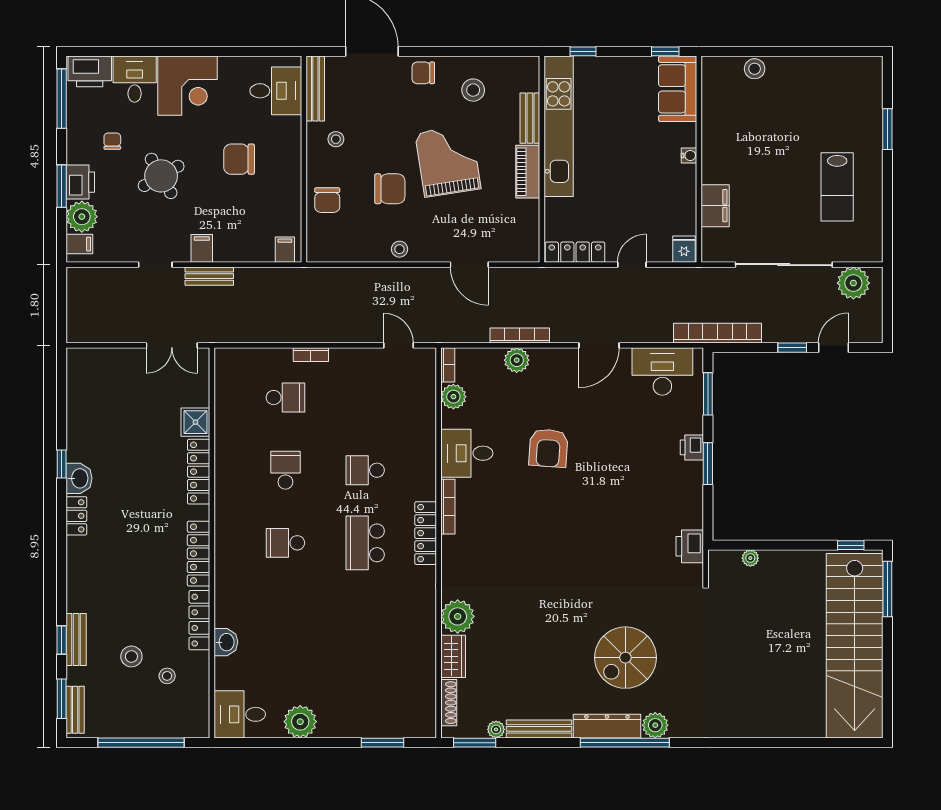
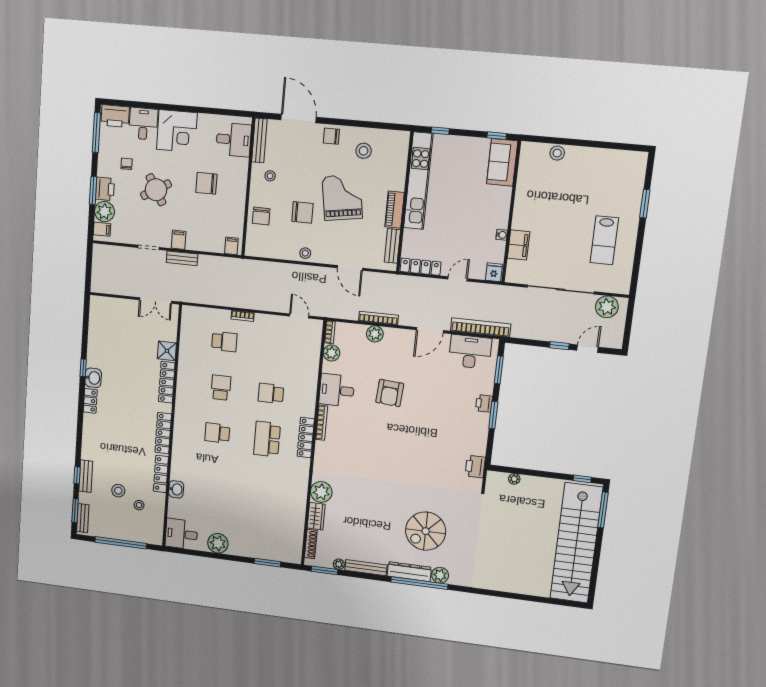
bench: (530, 118) -> (392, 246), moved
water cooler: (689, 155) -> (502, 235), moved
bookcase: (718, 333) -> (481, 327), moved

